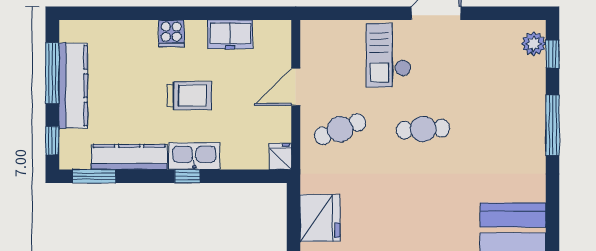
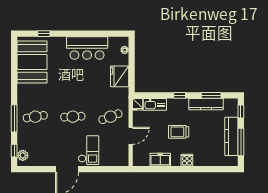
cafe table: (506, 129) -> (35, 117), added
kitchen sink: (194, 156) -> (155, 104), moved
window: (94, 176) -> (211, 95), moved

